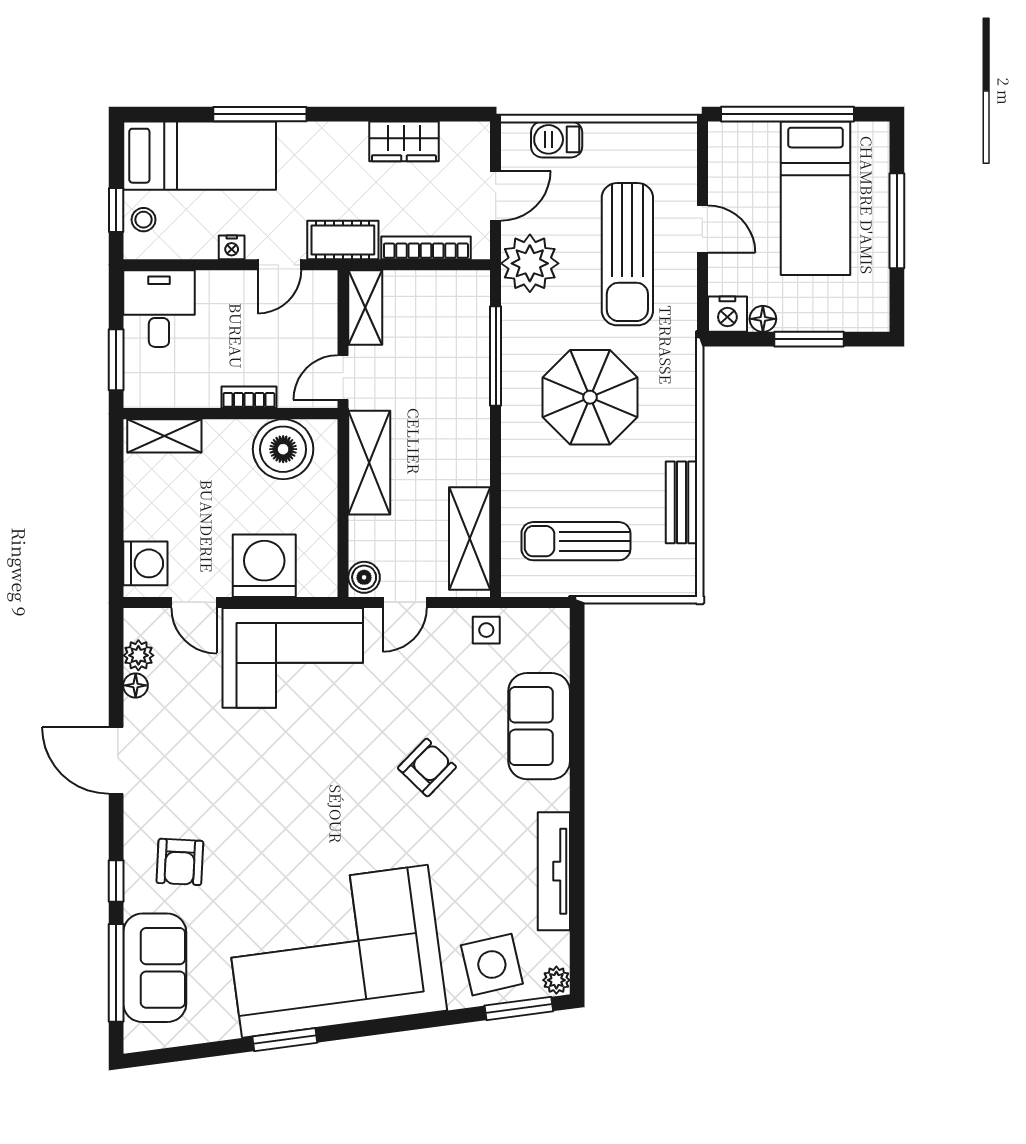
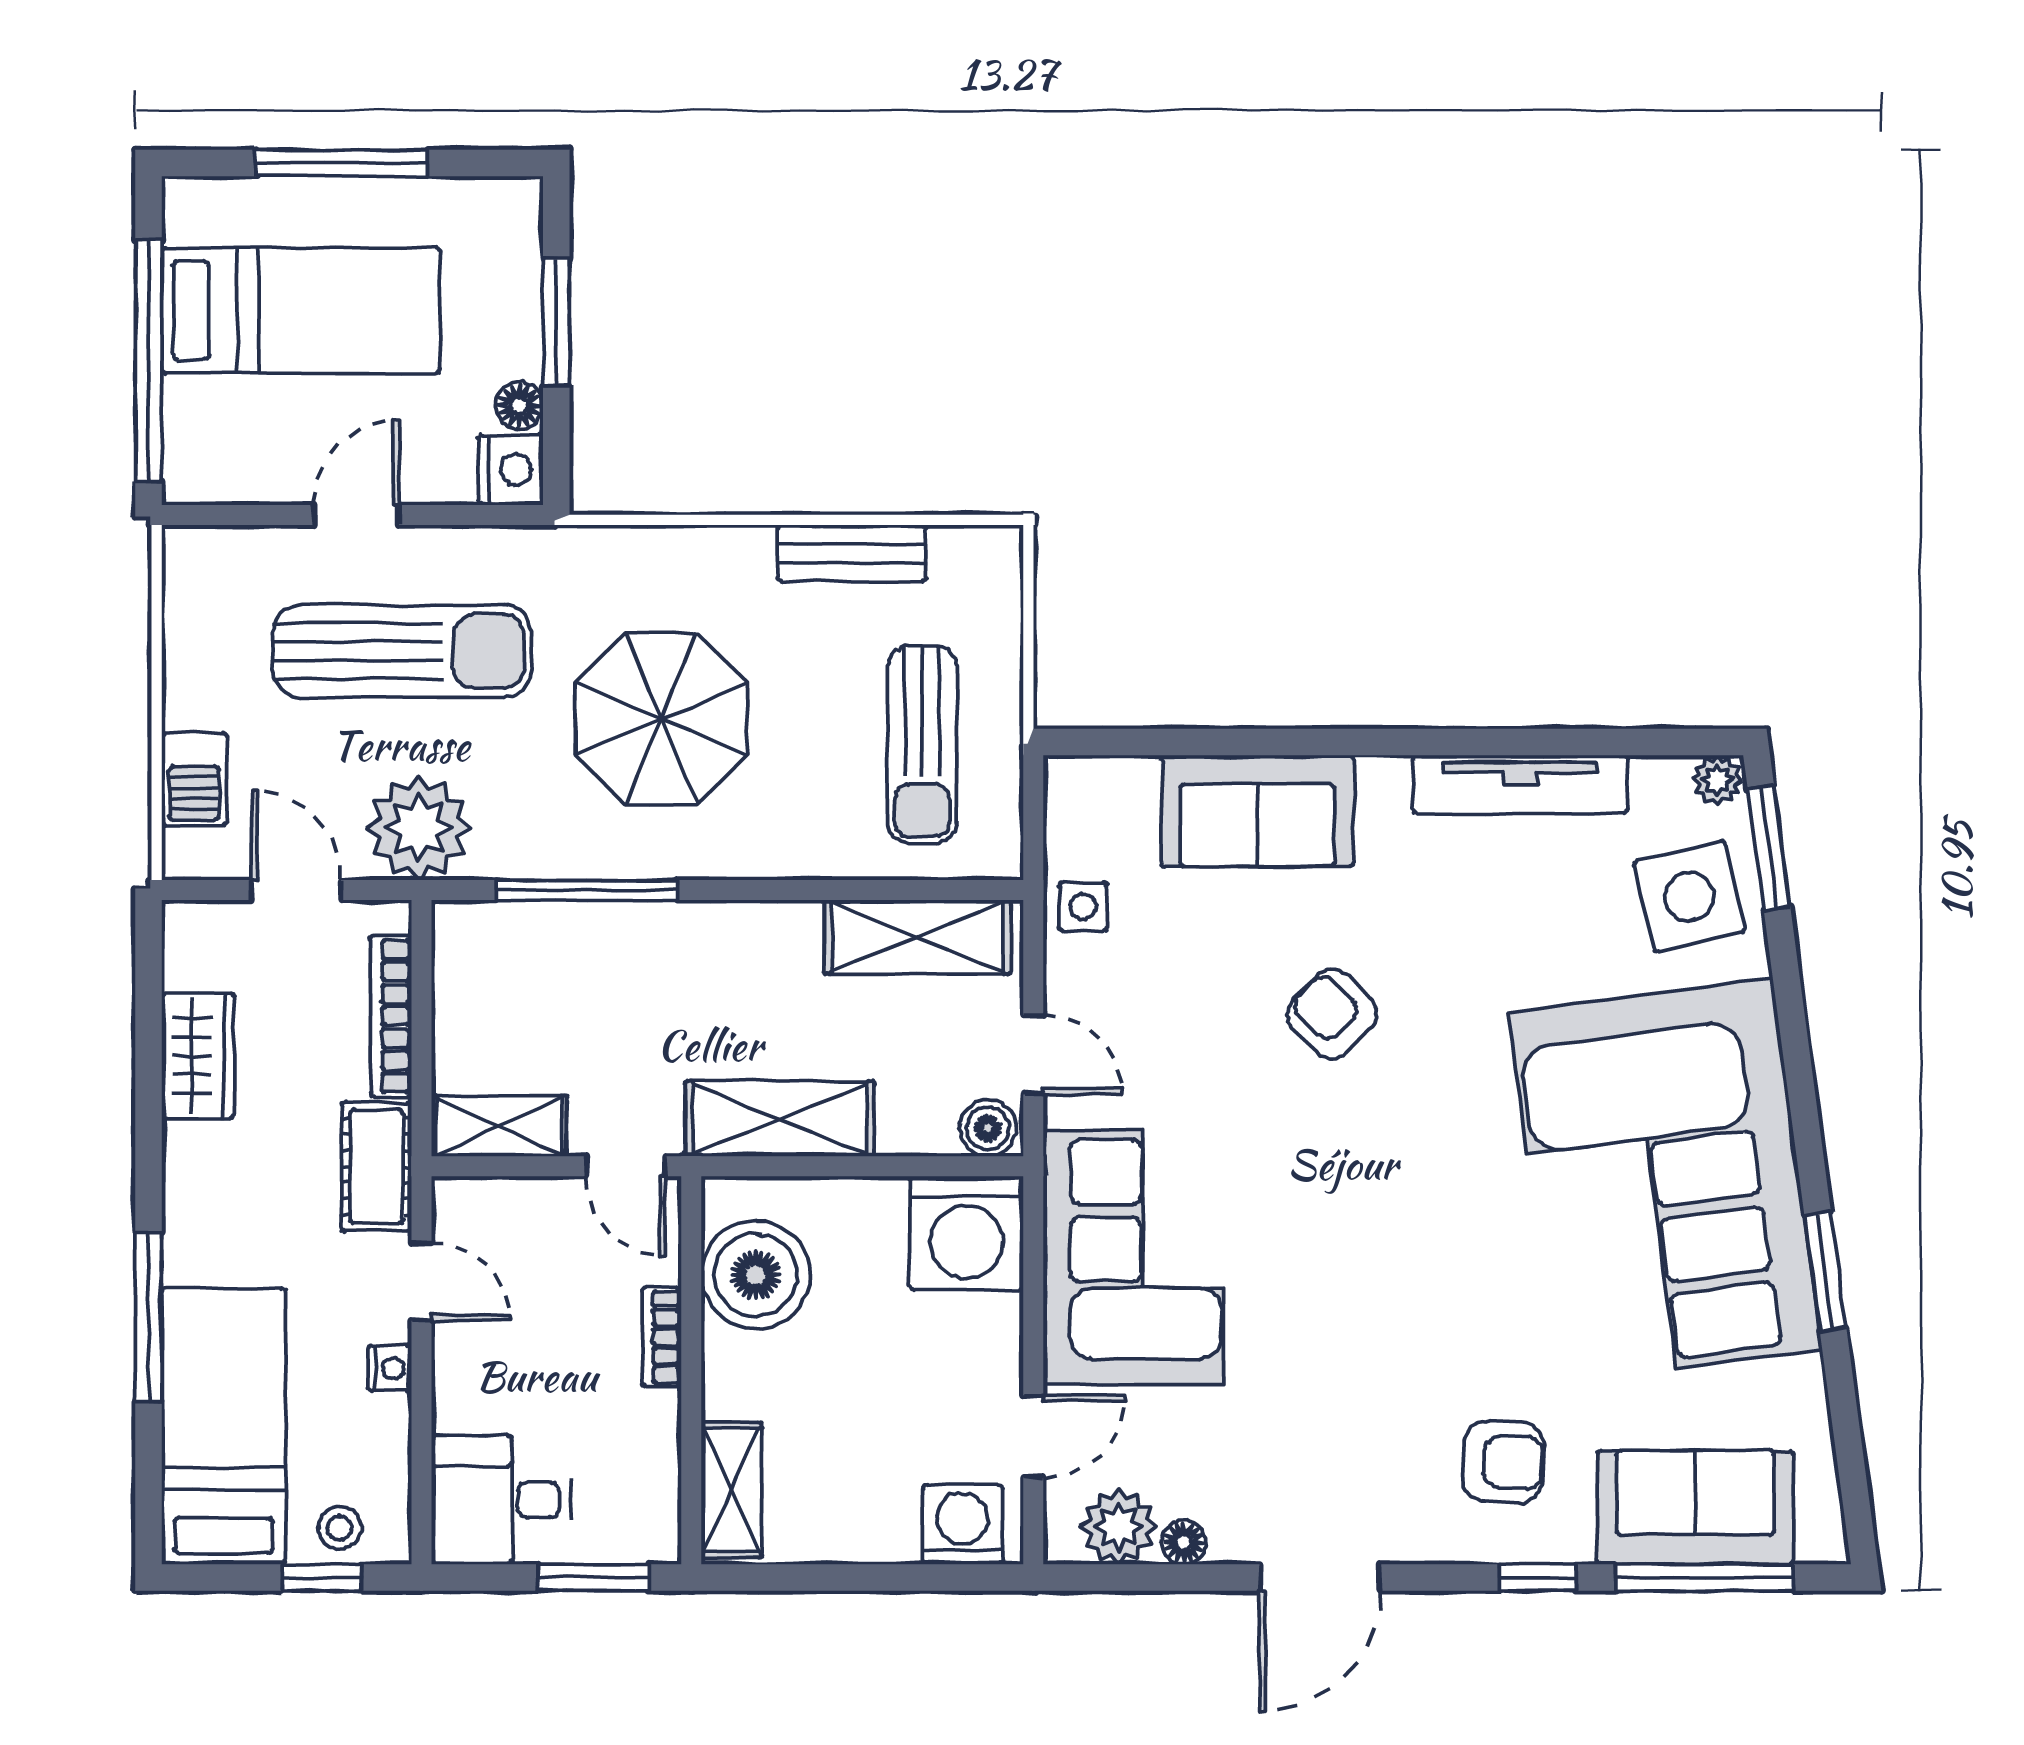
washing machine: (264, 566) -> (967, 1233), moved, turned -90
plant: (138, 655) -> (1119, 1527), width x1.38, depth x1.38

